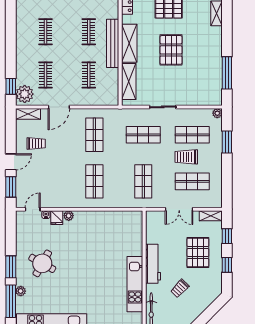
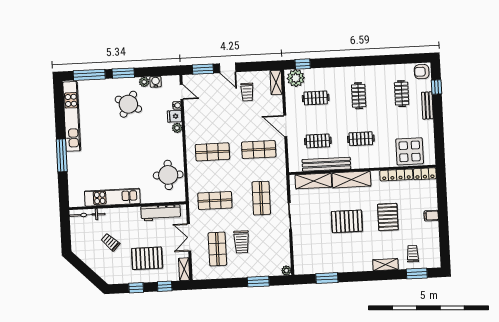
clothes rail: (45, 32) -> (359, 96), turned 90
bench: (113, 43) -> (326, 164), moved
window: (227, 73) -> (327, 278), width x0.69
door: (59, 107) -> (285, 126), moved
shop shelf: (192, 135) -> (264, 247), removed
trolley: (186, 157) -> (241, 242), turned 180
round table: (115, 227) -> (168, 175), added
water cooler: (21, 235) -> (156, 82), added
workbench: (153, 264) -> (161, 213), moved
plant: (21, 291) -> (144, 82), moved

